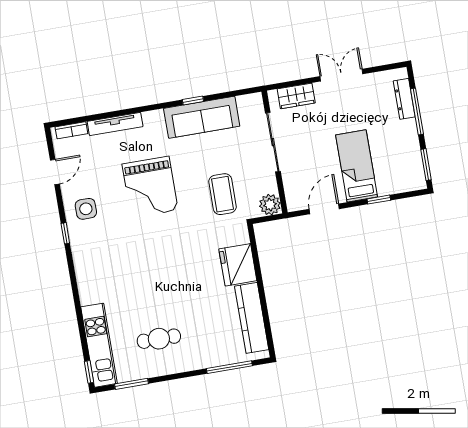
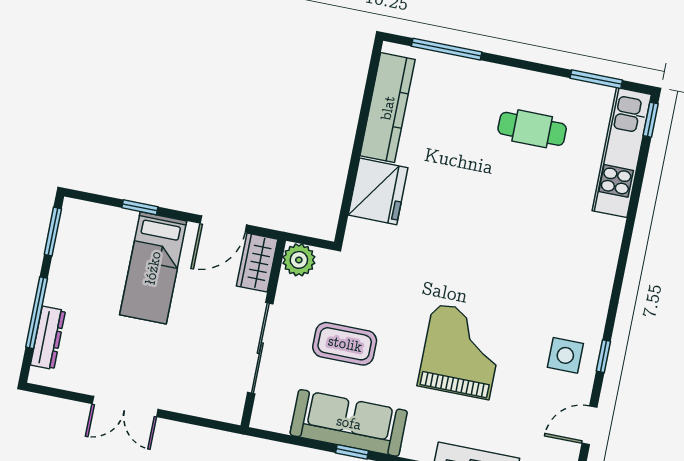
wardrobe: (296, 96) -> (257, 263), moved, turned -90
coffee table: (223, 194) -> (345, 344), moved, turned 90
window: (65, 233) -> (603, 356), moved

